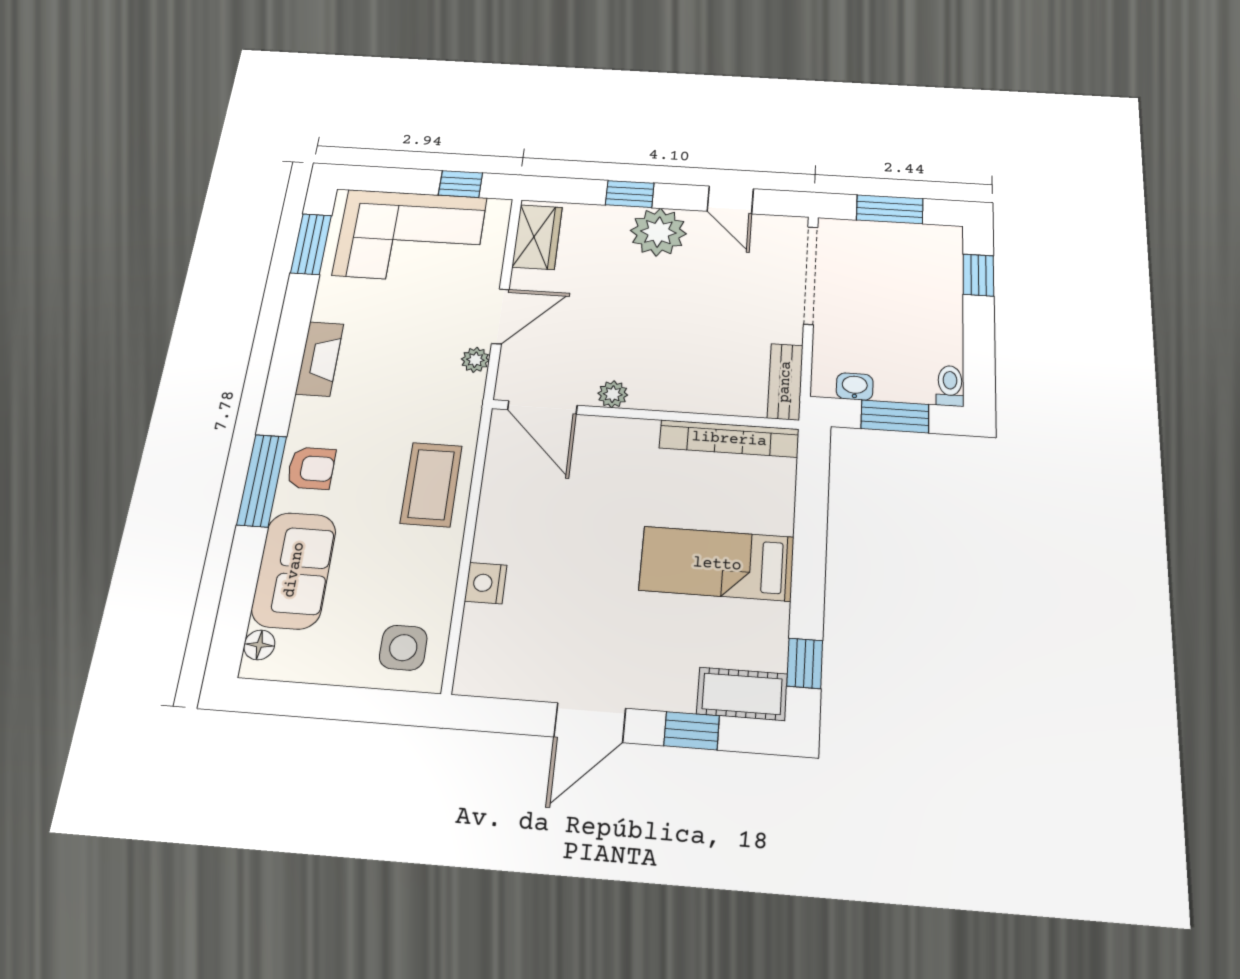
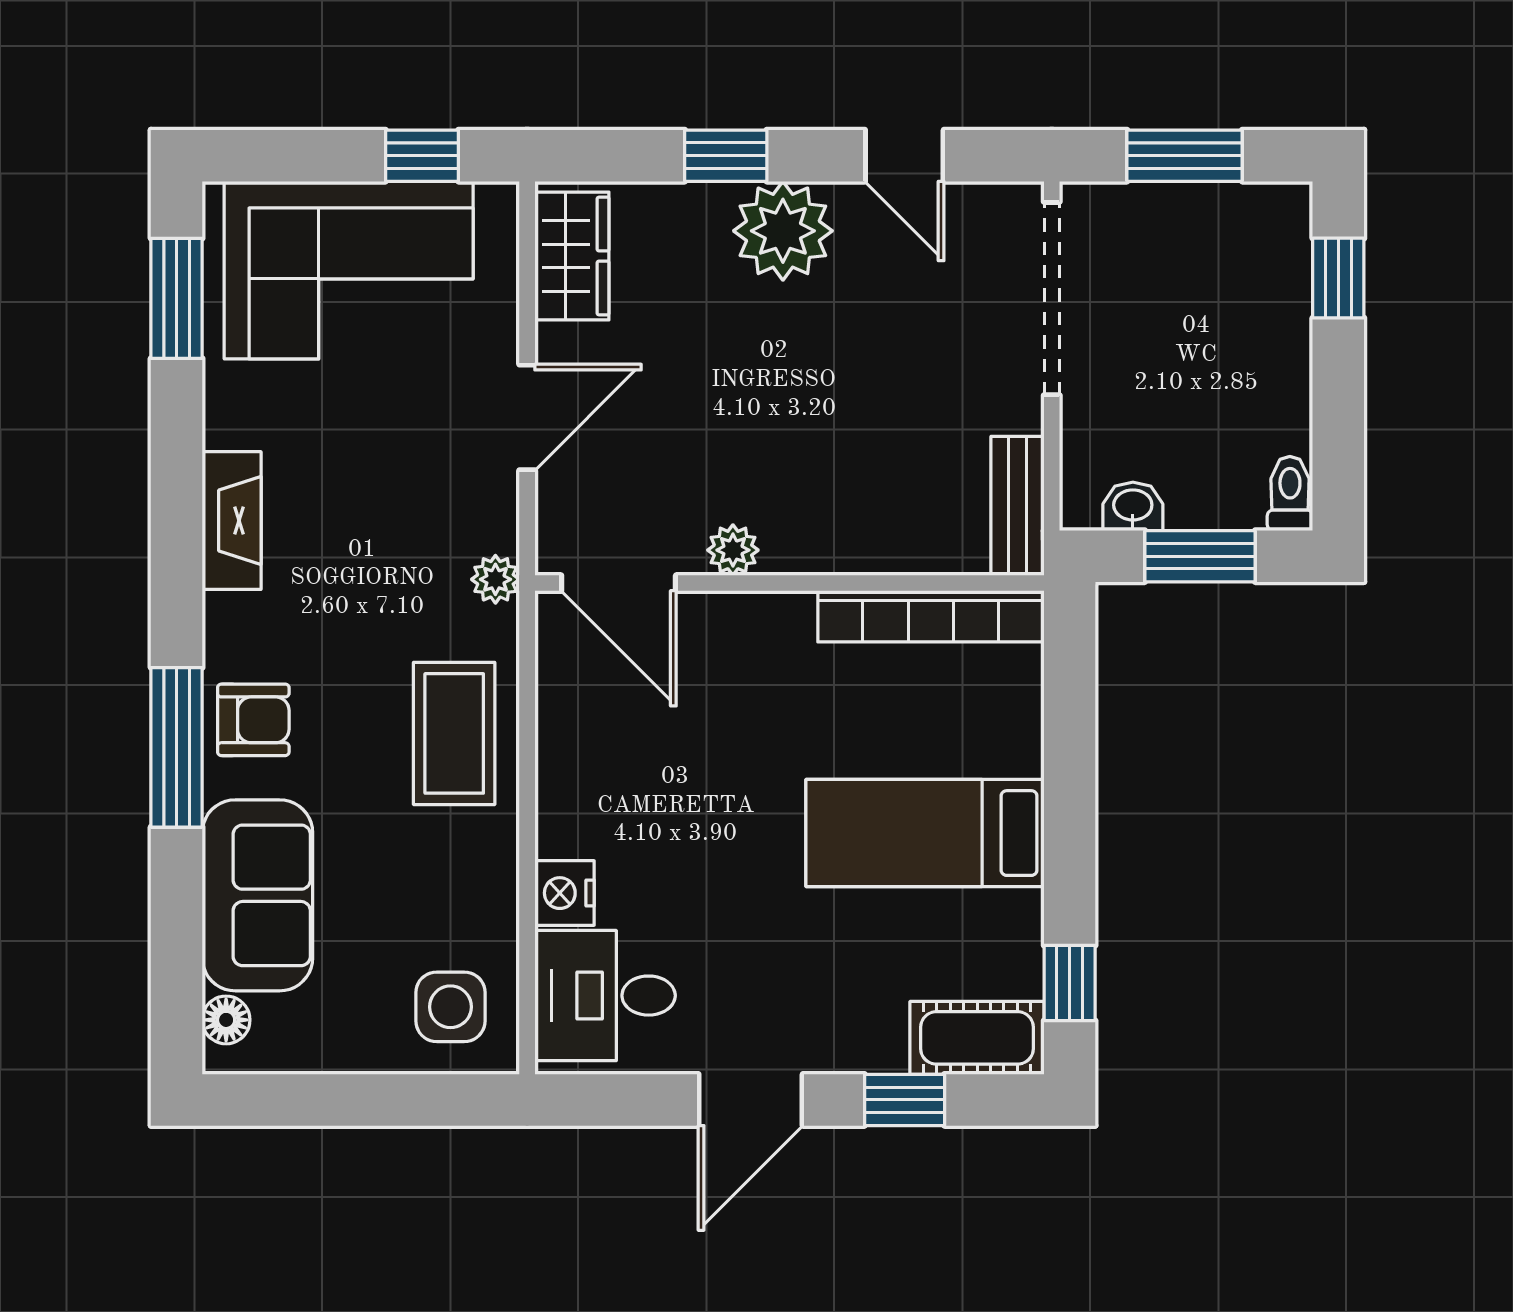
plant: (475, 360) -> (495, 579), moved
desk: (503, 648) -> (605, 996), added

